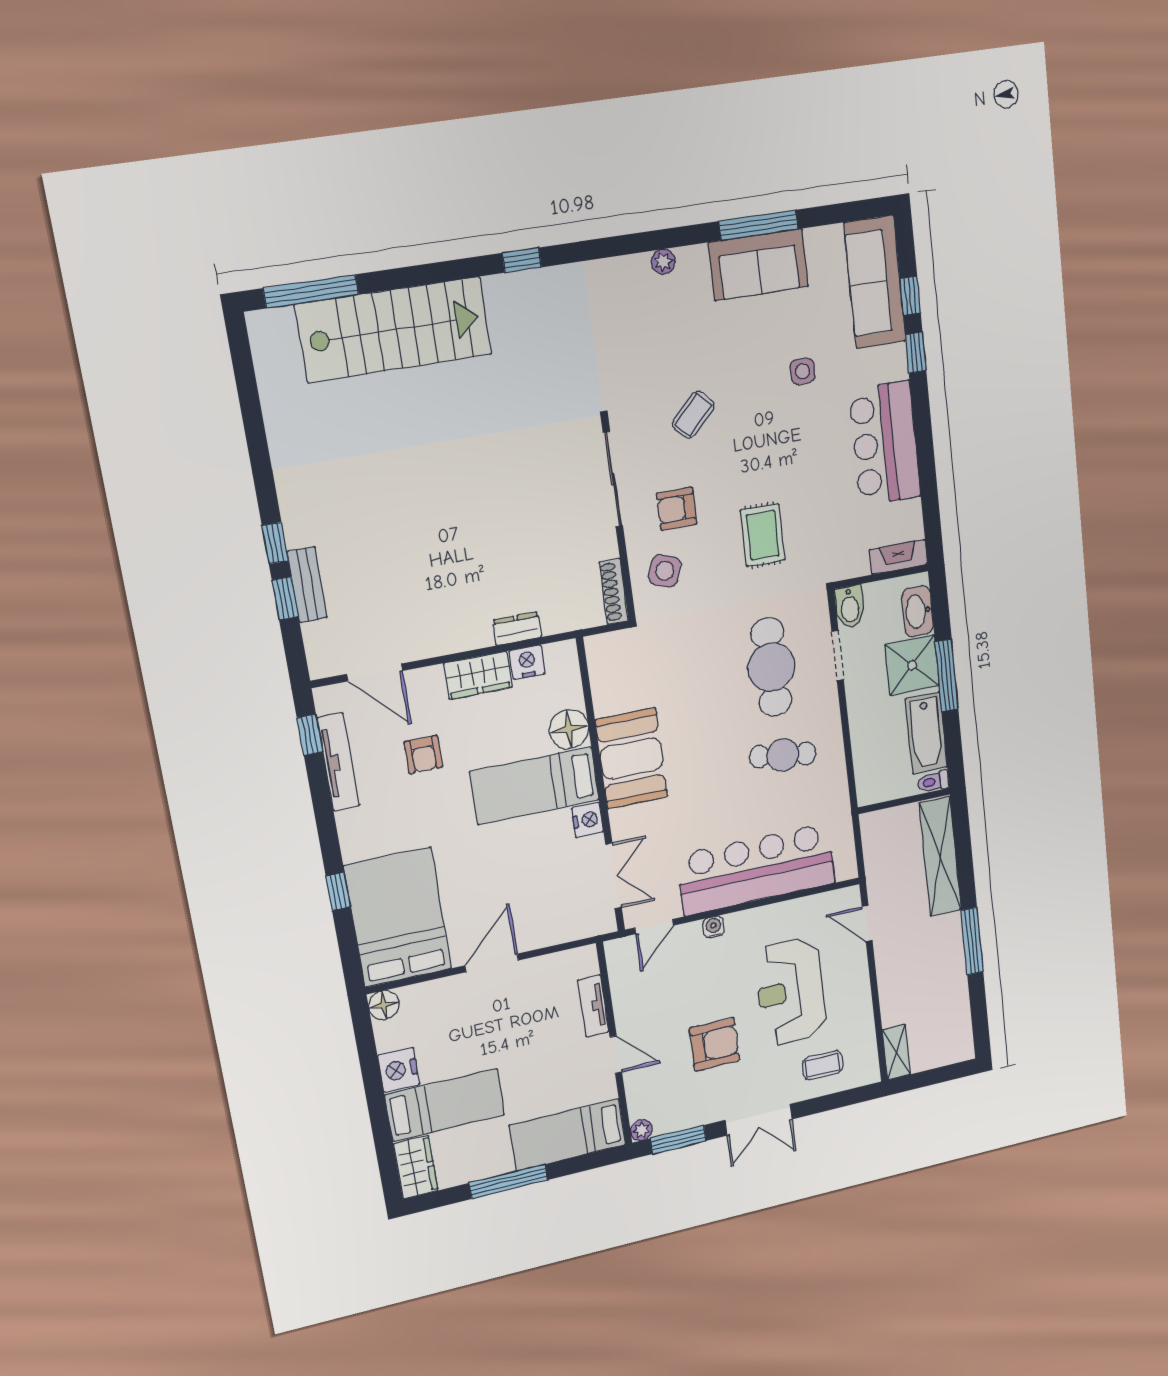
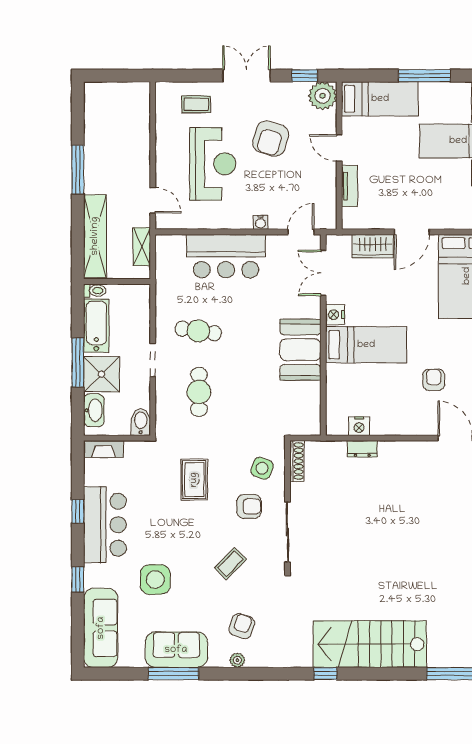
window: (910, 296) -> (78, 511), moved
armchair: (663, 318) -> (242, 626), added
stairs: (394, 330) -> (370, 644), moved
side table: (803, 371) -> (155, 580), width x1.87, depth x1.87
doorway: (838, 656) -> (153, 360), moved
cafe table: (771, 667) -> (199, 392), width x0.73, depth x0.74
wardrobe: (478, 675) -> (373, 246), moved, turned 180
floor lamp: (569, 729) -> (339, 377), removed
bar counter: (756, 869) -> (226, 256), width x0.73
armchair: (714, 1044) -> (271, 139), turned -73
shelving: (896, 1052) -> (142, 247), moved
plant: (641, 1130) -> (323, 96), width x1.87, depth x1.87
window: (678, 1140) -> (305, 76), width x0.67

